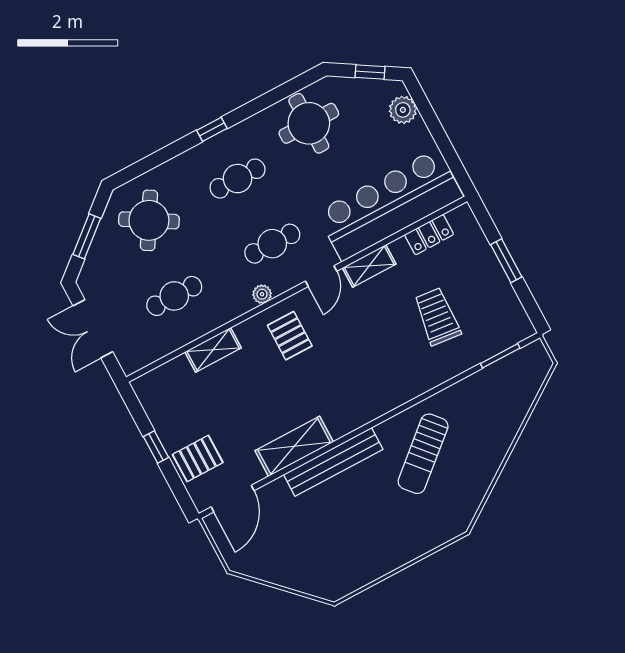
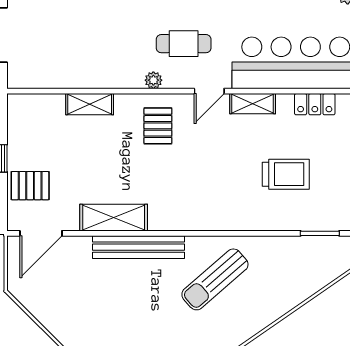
cafe table: (174, 296) -> (81, 44), removed
trolley: (437, 316) -> (286, 174), turned 84

